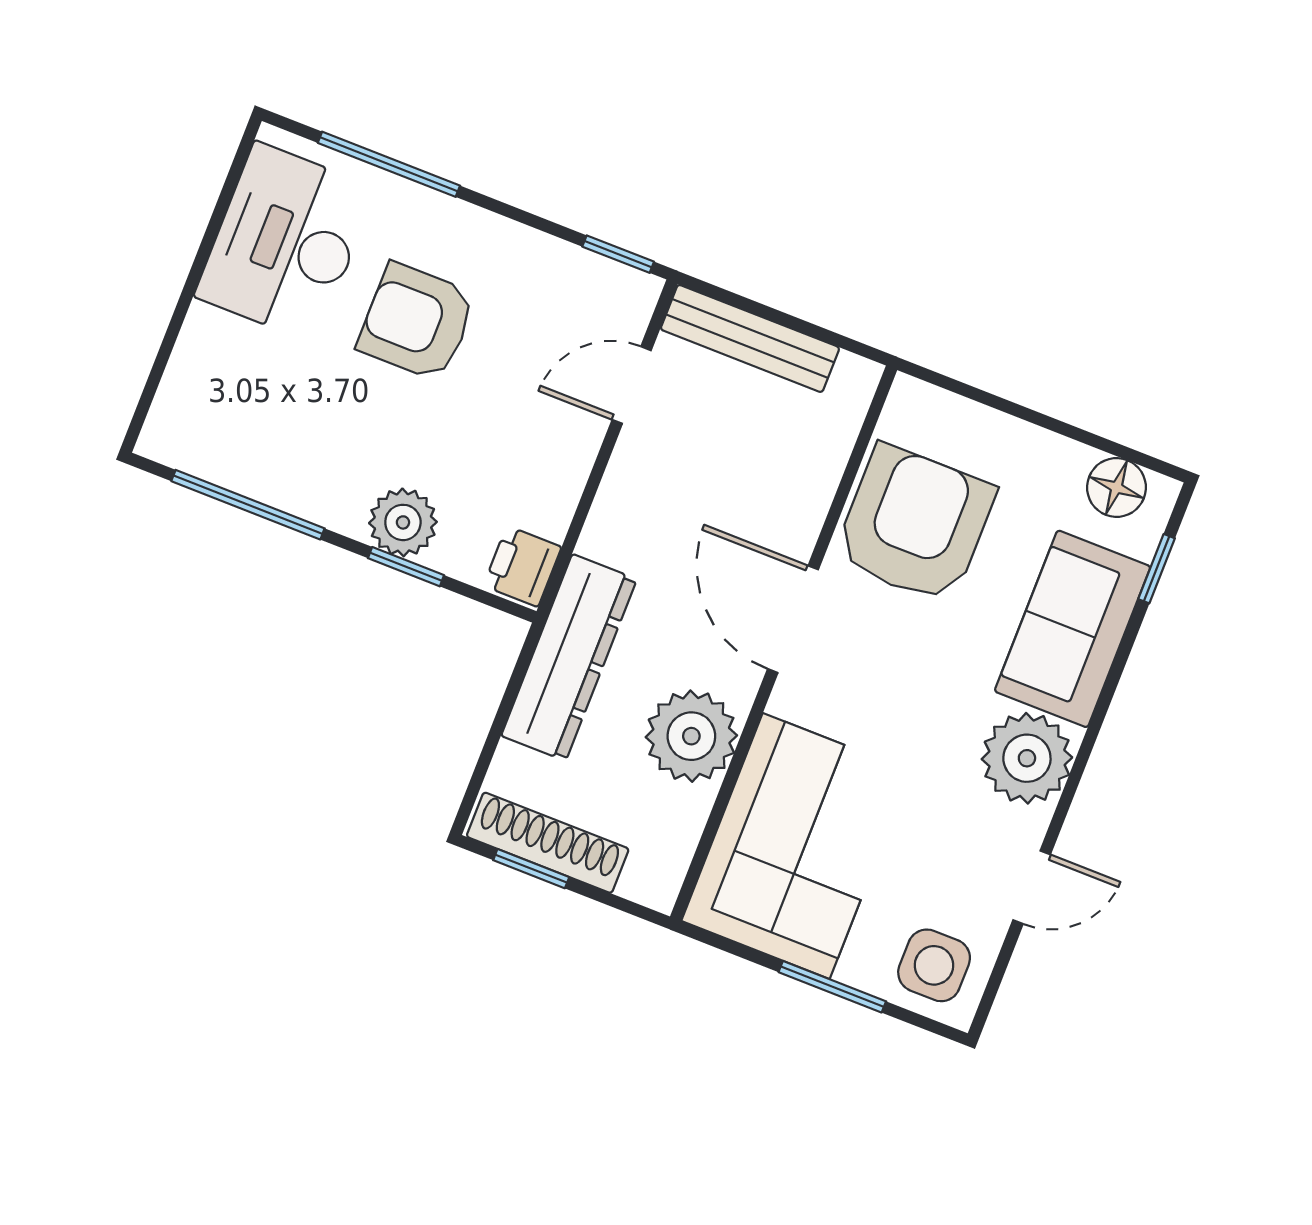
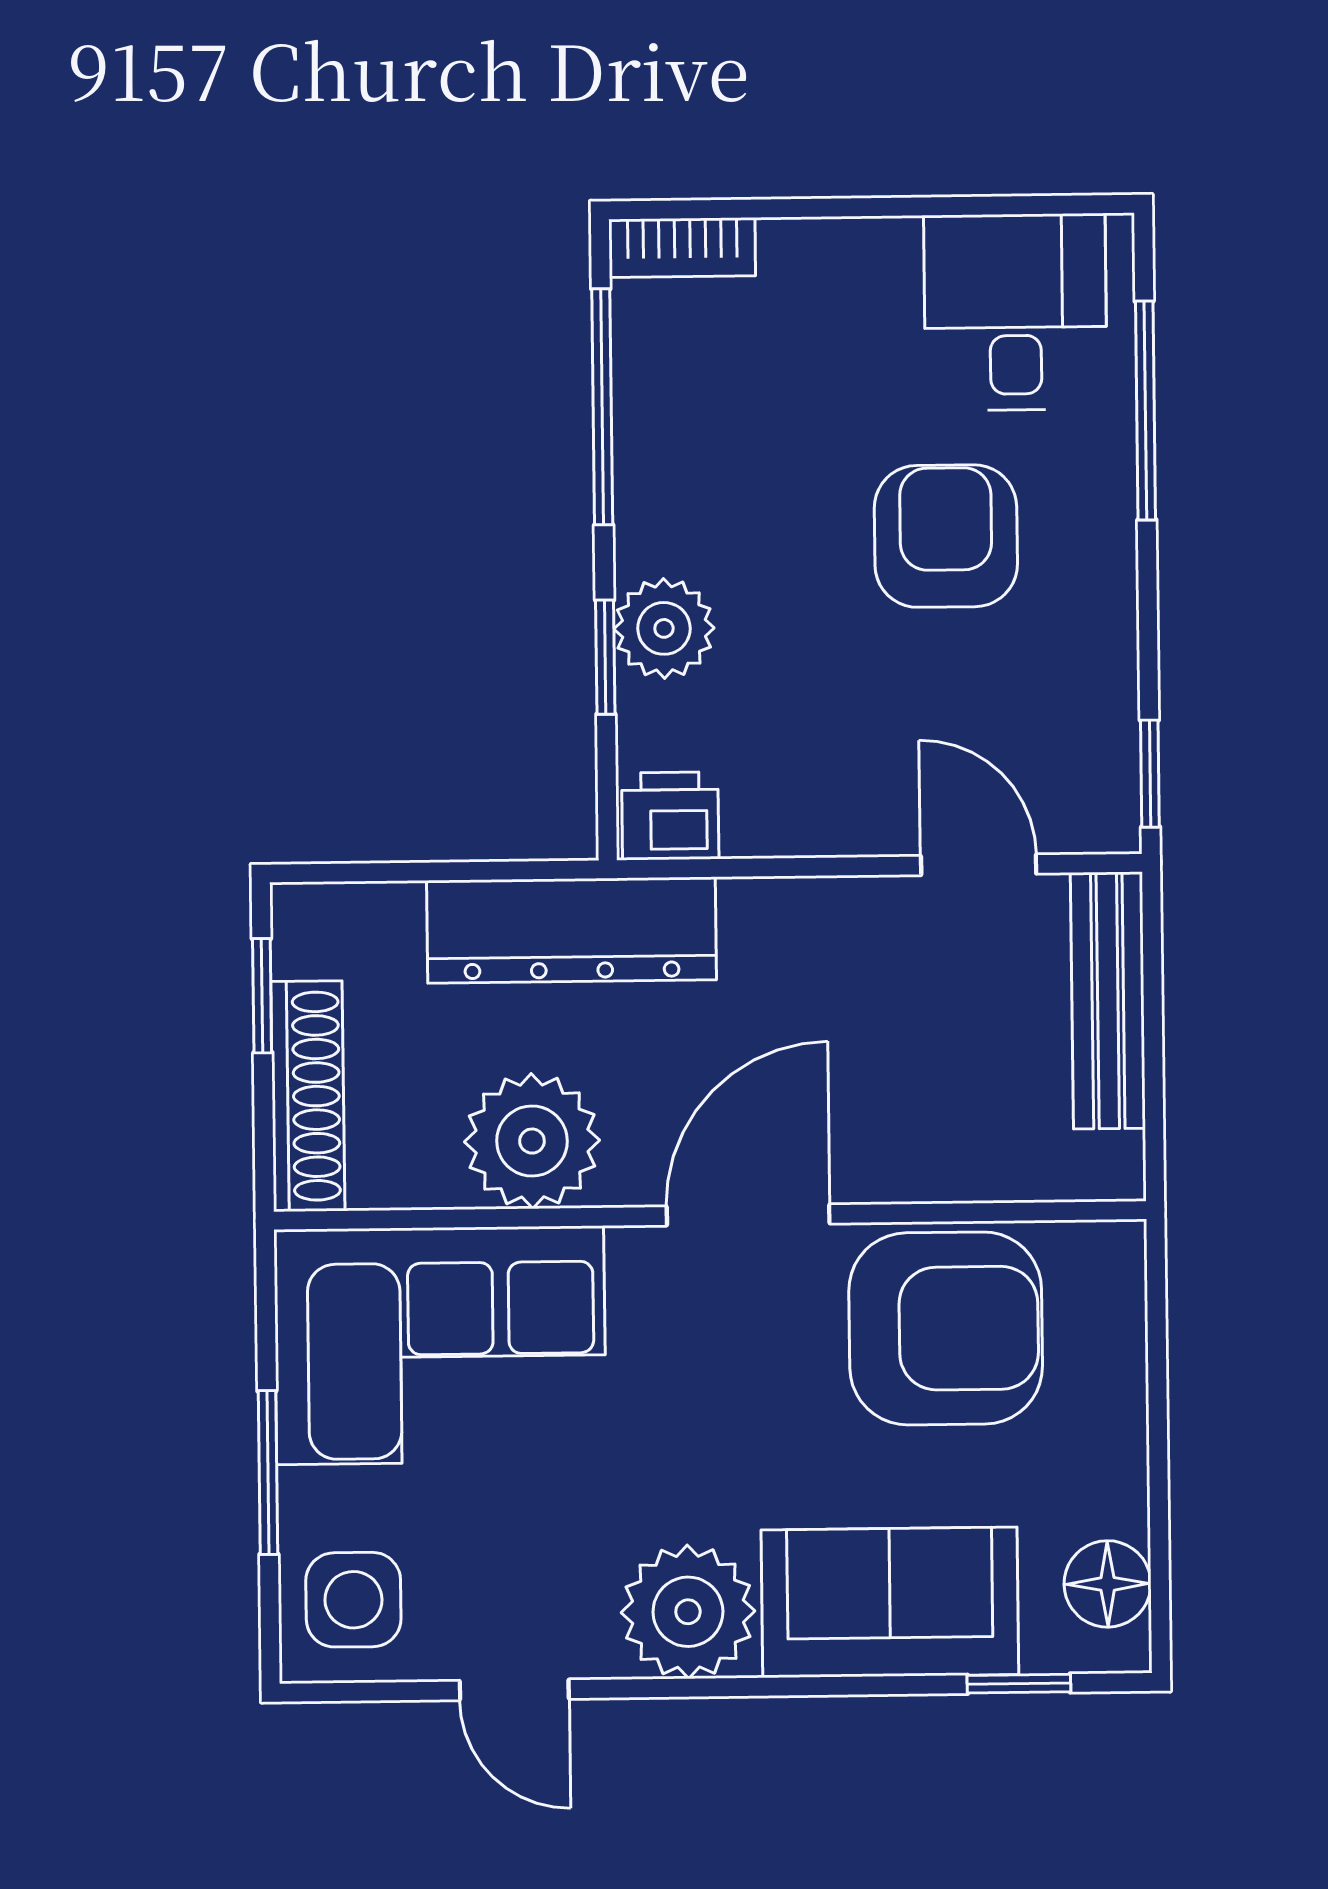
desk: (285, 242) -> (1015, 312), width x0.73
bookcase: (168, 414) -> (682, 247), added
shoe rack: (548, 843) -> (308, 1096), moved

